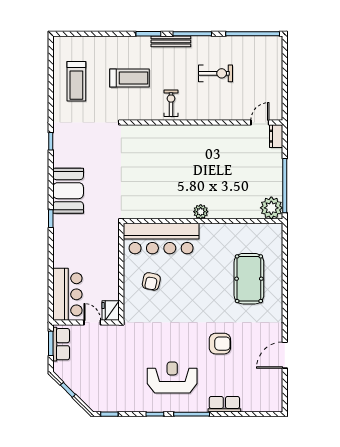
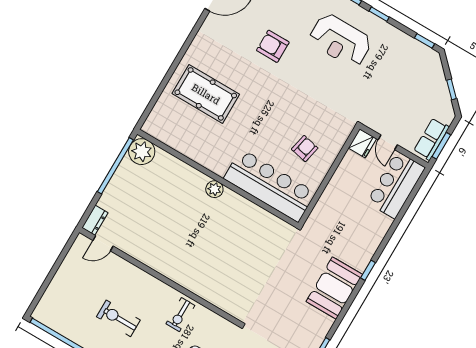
pool table: (249, 279) -> (206, 94), turned 90

